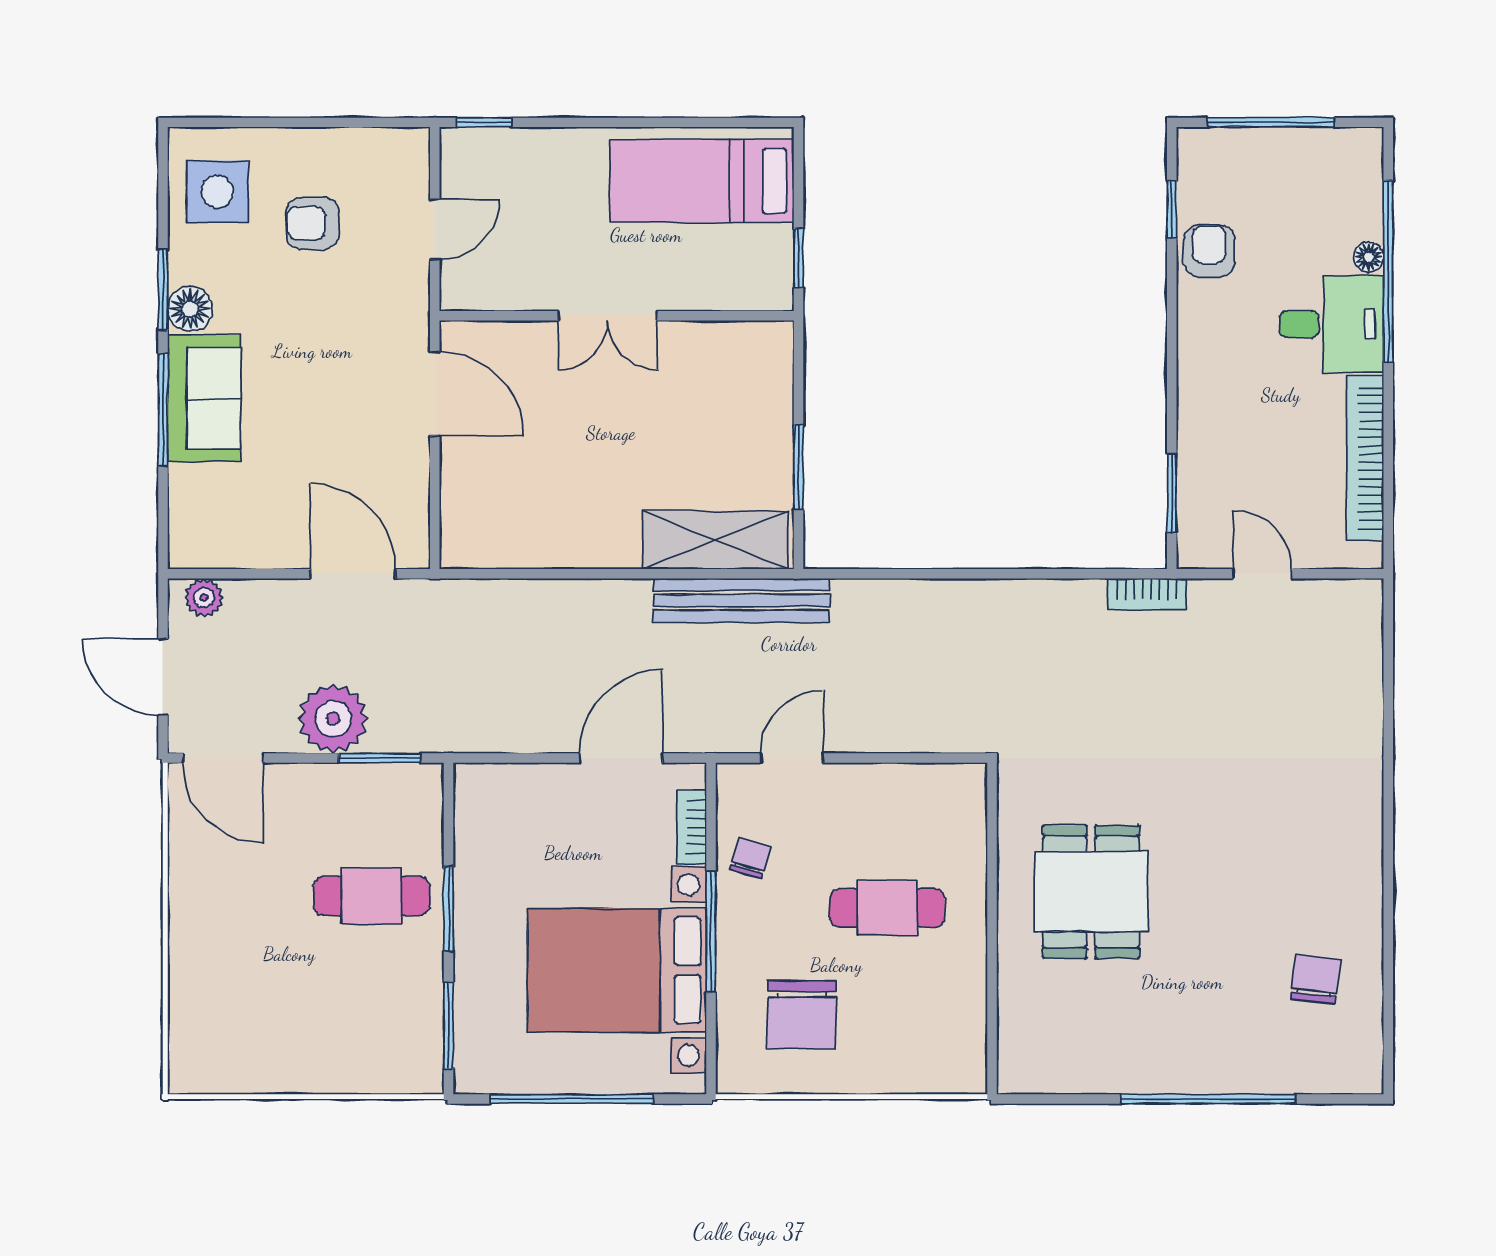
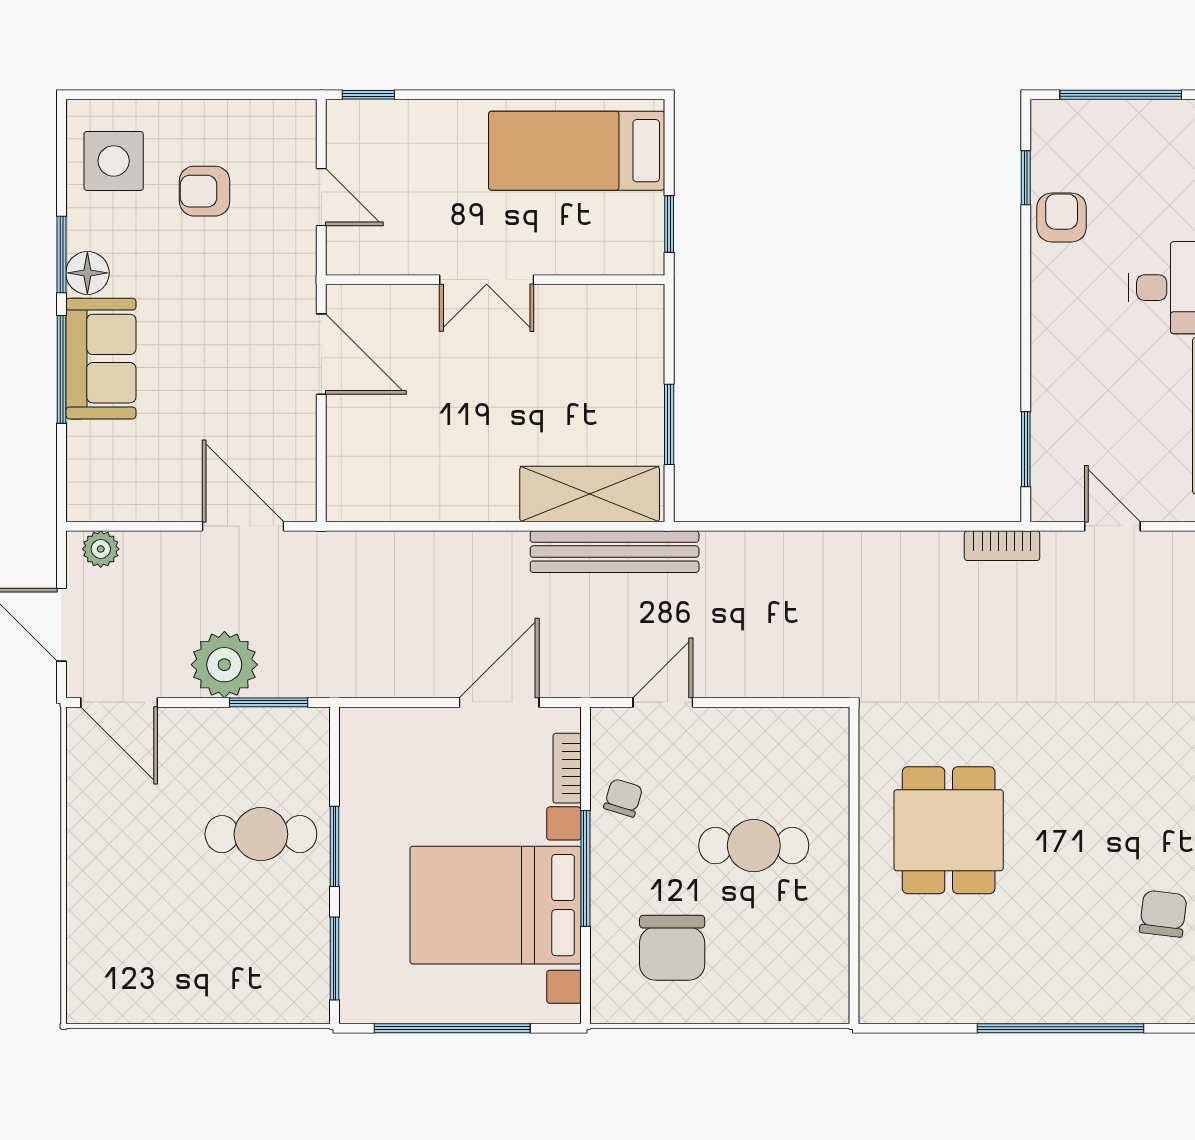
door: (435, 229) -> (321, 197), hinge flipped

